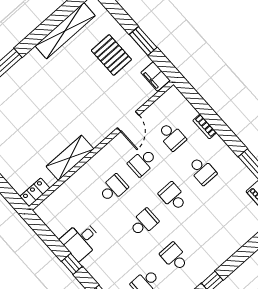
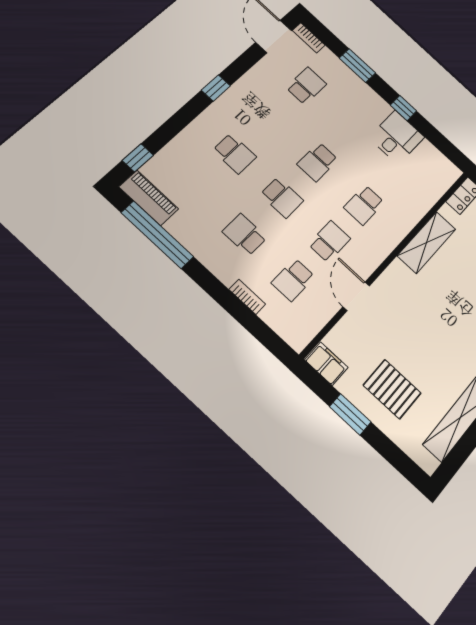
school desk: (172, 136) -> (293, 280), turned -90
school desk: (174, 257) -> (235, 153), moved

